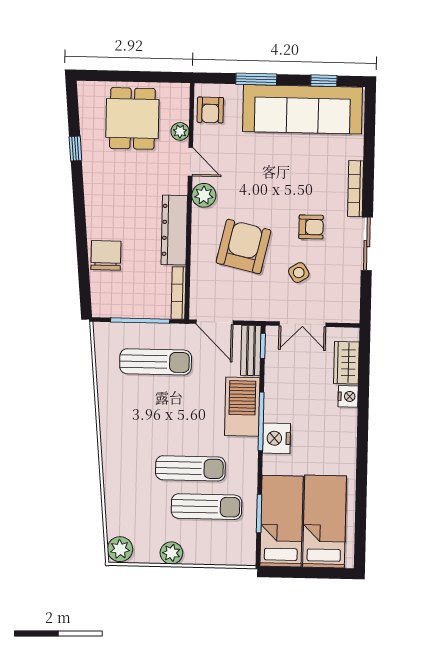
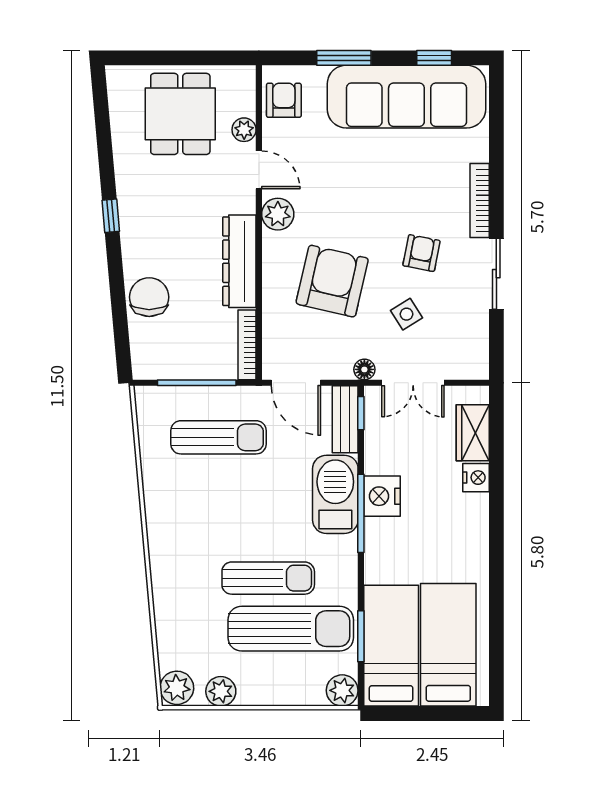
armchair: (210, 110) -> (284, 100), turned 180
window: (75, 148) -> (111, 216), moved
armchair: (311, 227) -> (421, 253), turned -79
floor lamp: (266, 313) -> (364, 369), added
nightstand: (277, 438) -> (382, 496), moved
sun lounger: (207, 507) -> (291, 629), width x1.36, depth x1.34
plant: (171, 553) -> (221, 691), moved
plant: (244, 554) -> (342, 690), added

